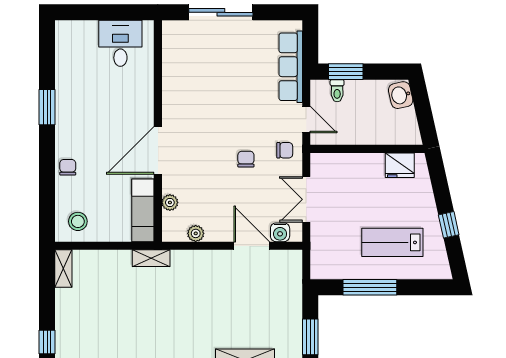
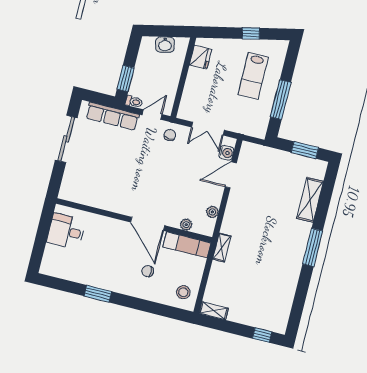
sliding door: (221, 12) -> (66, 139), moved
toilet: (337, 91) -> (134, 102), moved
washbasin: (401, 95) -> (165, 45), moved
chair: (246, 159) -> (169, 164), removed
chair: (68, 167) -> (148, 271), moved

